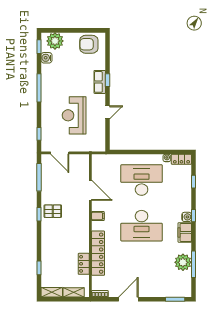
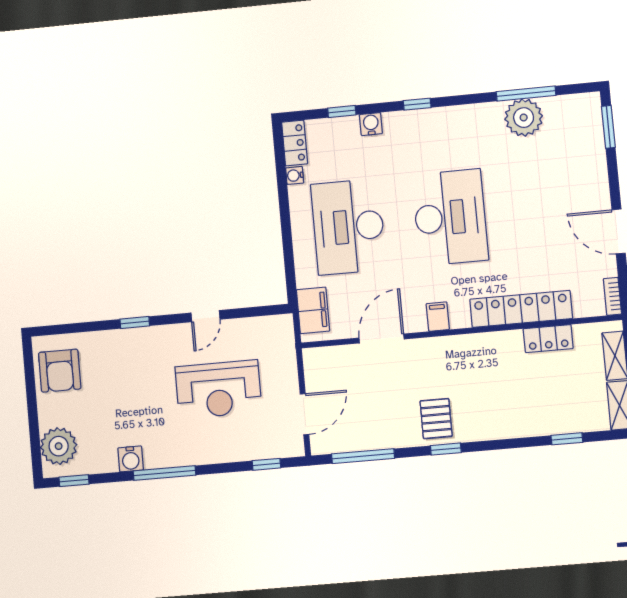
water cooler: (46, 58) -> (131, 459), moved
row of seats: (100, 82) -> (140, 339), removed
door: (107, 112) -> (205, 316), swing flipped
water cooler: (187, 217) -> (371, 124), moved
filing cabinet: (185, 232) -> (313, 310), moved, turned -90

